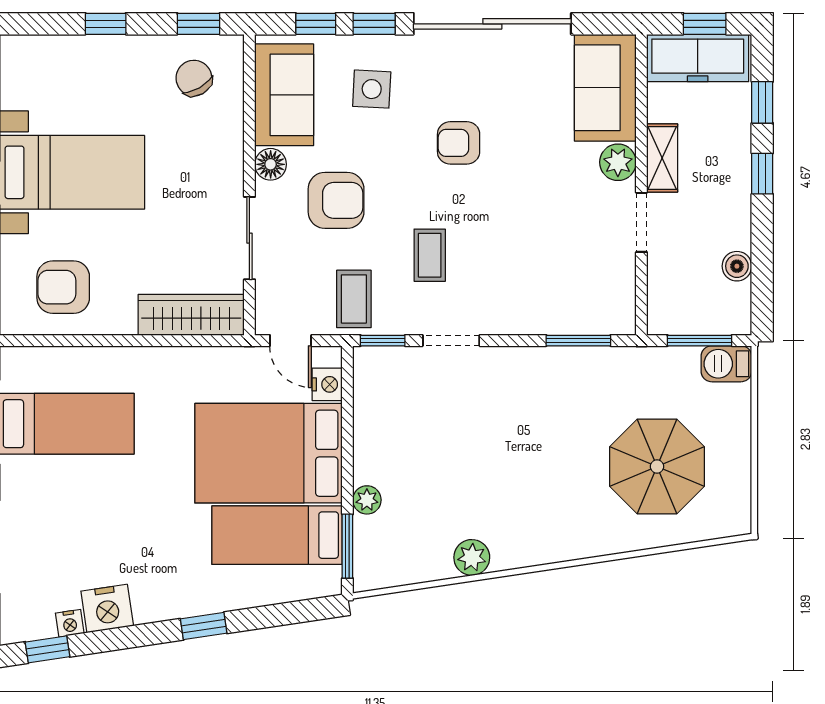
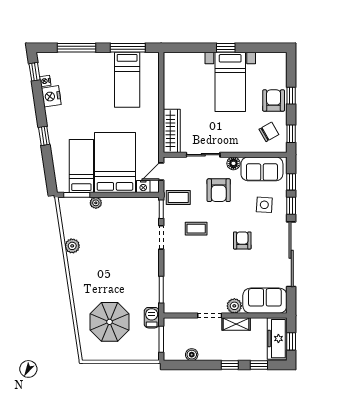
armchair: (63, 287) -> (274, 100), moved
barbecue: (726, 364) -> (152, 318), moved

